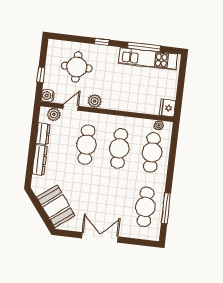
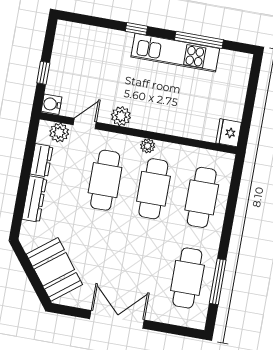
kitchen unit: (148, 59) -> (175, 53), moved
round table: (77, 67) -> (97, 64), removed
plant: (159, 125) -> (148, 146), moved

